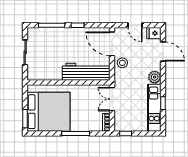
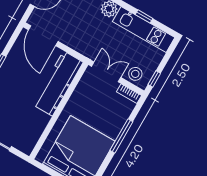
door: (112, 44) -> (43, 36), hinge flipped
stool: (122, 63) -> (135, 74), moved
double door: (112, 99) -> (106, 72), swing flipped

